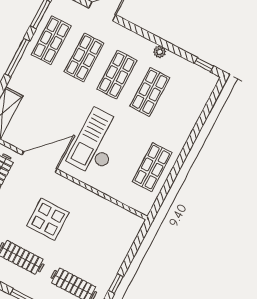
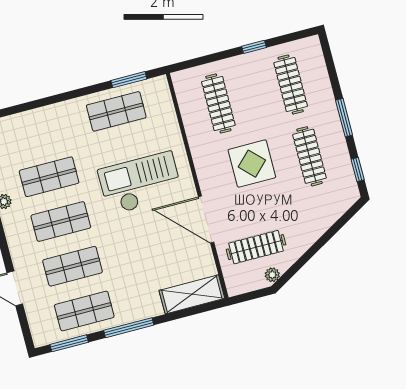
checkout: (97, 143) -> (140, 183), turned 180
window: (164, 192) -> (129, 80), added
clothes rail: (102, 232) -> (218, 103), added

